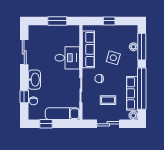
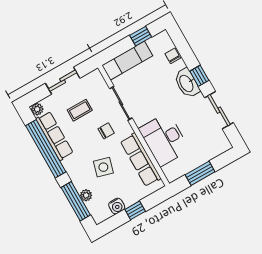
water cooler: (119, 30) -> (117, 206), added
desk: (67, 58) -> (164, 139), width x1.37
window: (24, 97) -> (199, 76), moved

